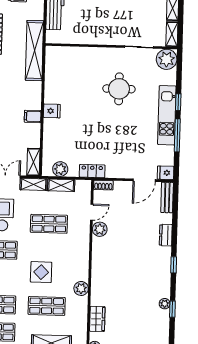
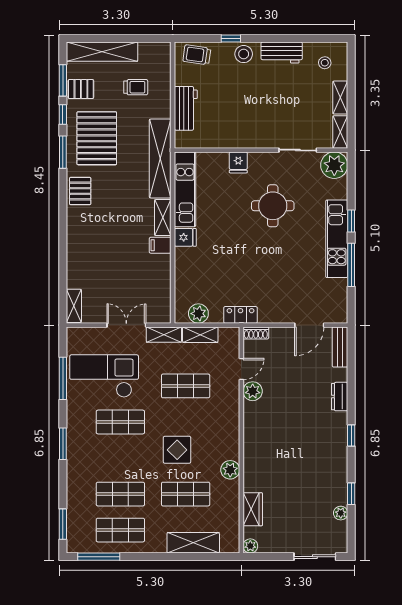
kitchen unit: (53, 74) -> (185, 189), added
shelving: (33, 162) -> (163, 218), moved
fridge: (166, 173) -> (238, 162), moved, turned -90
plant: (165, 304) -> (341, 513), moved

